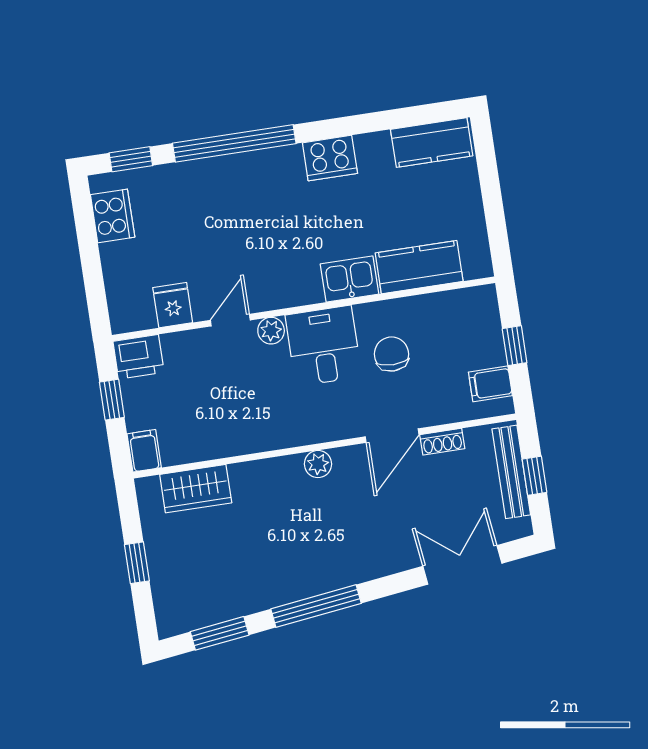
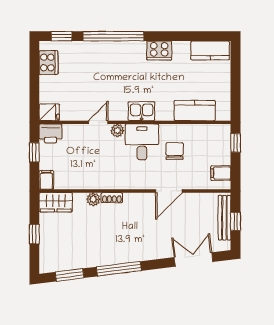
kitchen sink: (350, 279) -> (142, 111), moved
fridge: (173, 305) -> (49, 112), moved, turned 90
window: (515, 346) -> (236, 143), moved
shoe rack: (442, 442) -> (112, 198), moved
plant: (318, 464) -> (93, 199), moved
wardrobe: (196, 489) -> (56, 202), moved

